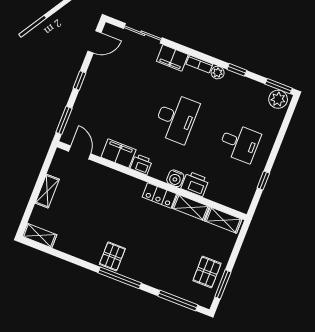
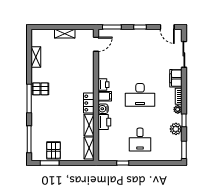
plant: (278, 99) -> (176, 129), moved
filing cabinet: (118, 153) -> (105, 96), moved, width x0.50
shelving: (39, 235) -> (36, 57), moved
pallet: (207, 272) -> (53, 150), turned 90

